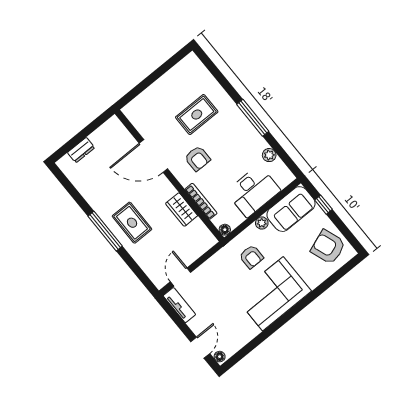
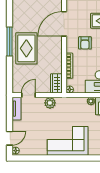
door: (153, 156) -> (64, 24), hinge flipped
wardrobe: (182, 210) -> (56, 83), moved
rug: (132, 223) -> (26, 48), width x1.36, depth x1.43
armchair: (251, 257) -> (72, 114), removed
plant: (214, 265) -> (50, 103), added

